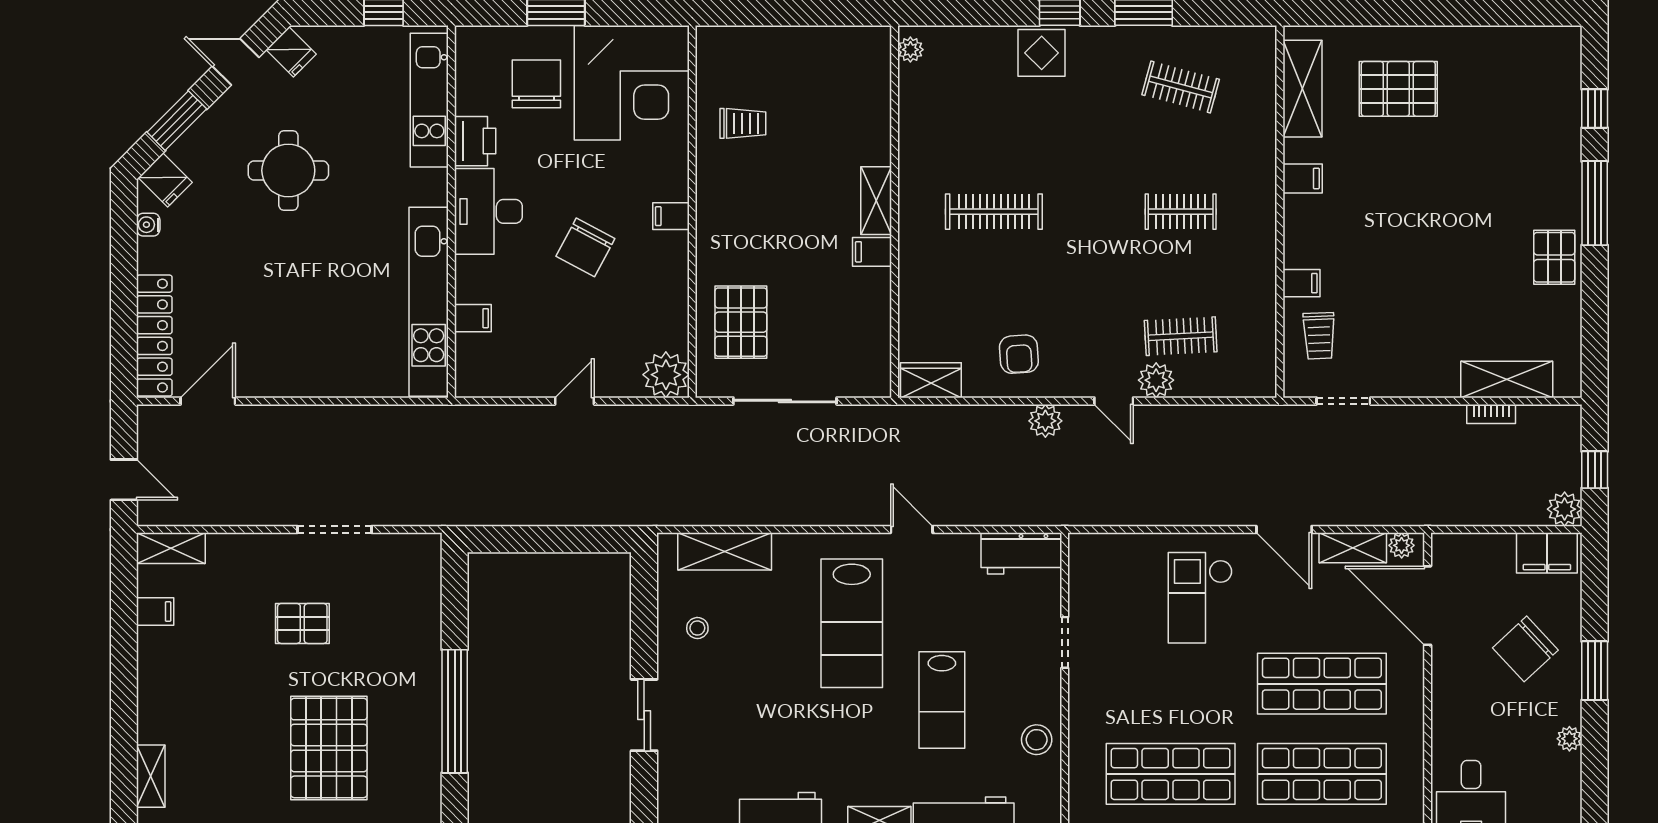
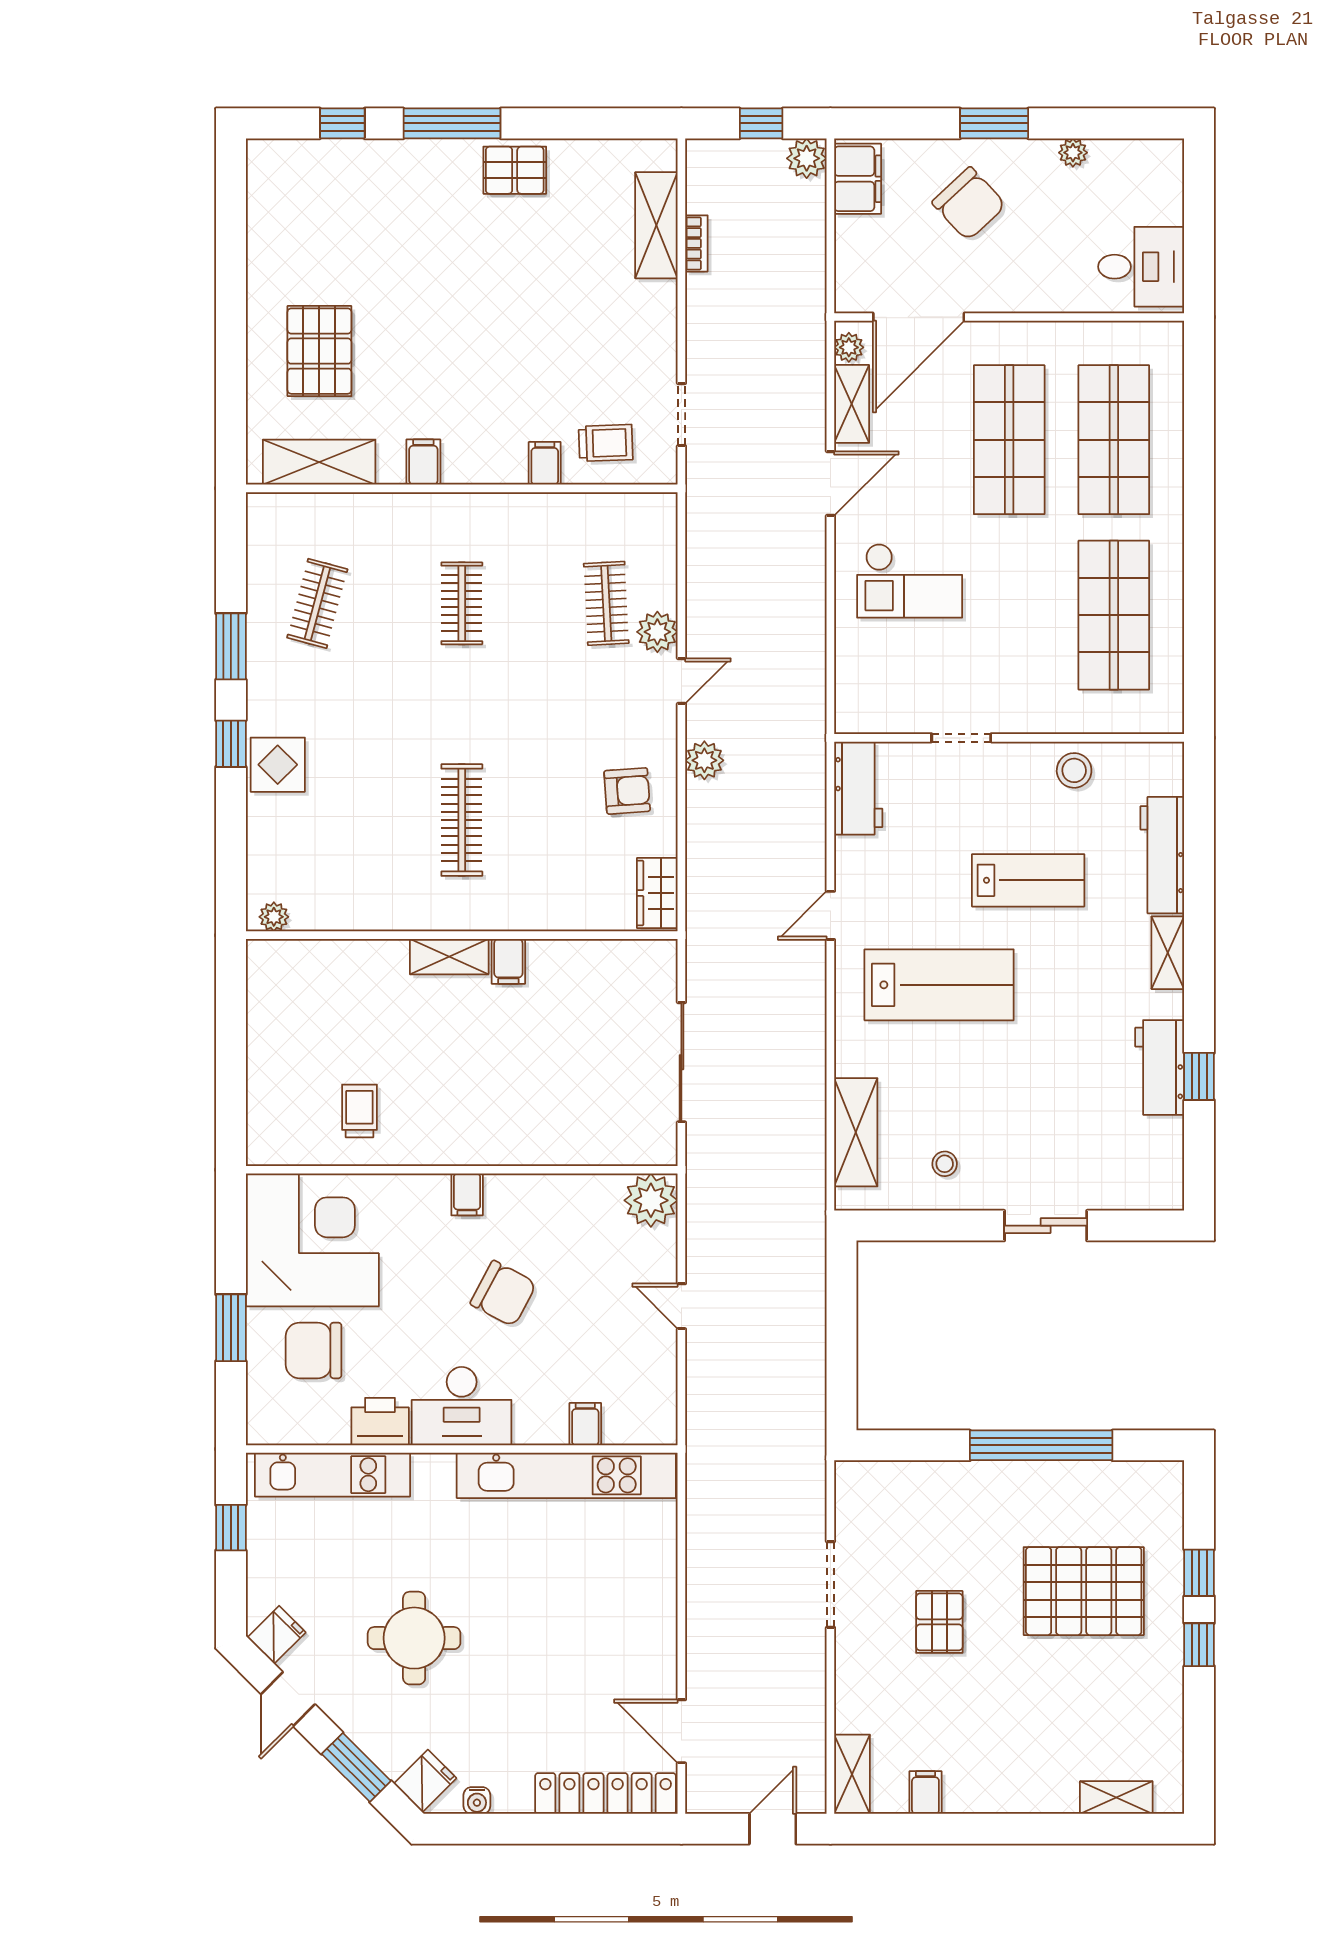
pallet: (741, 322) -> (590, 1113), removed

